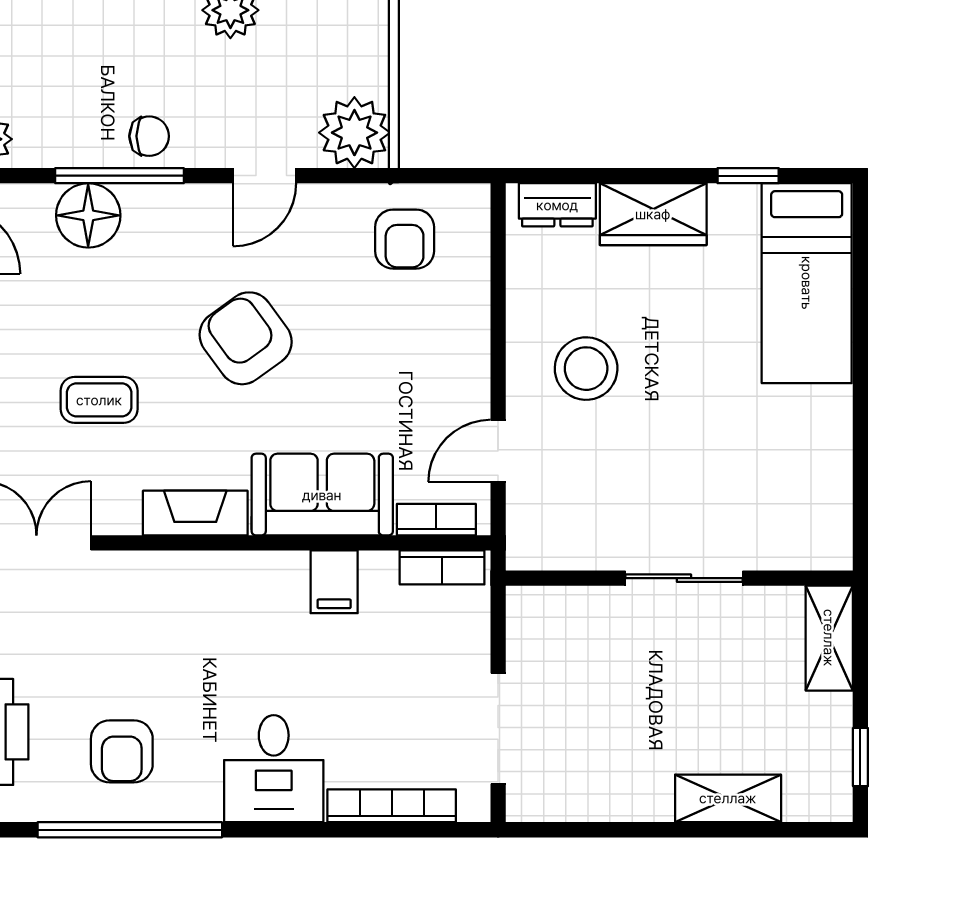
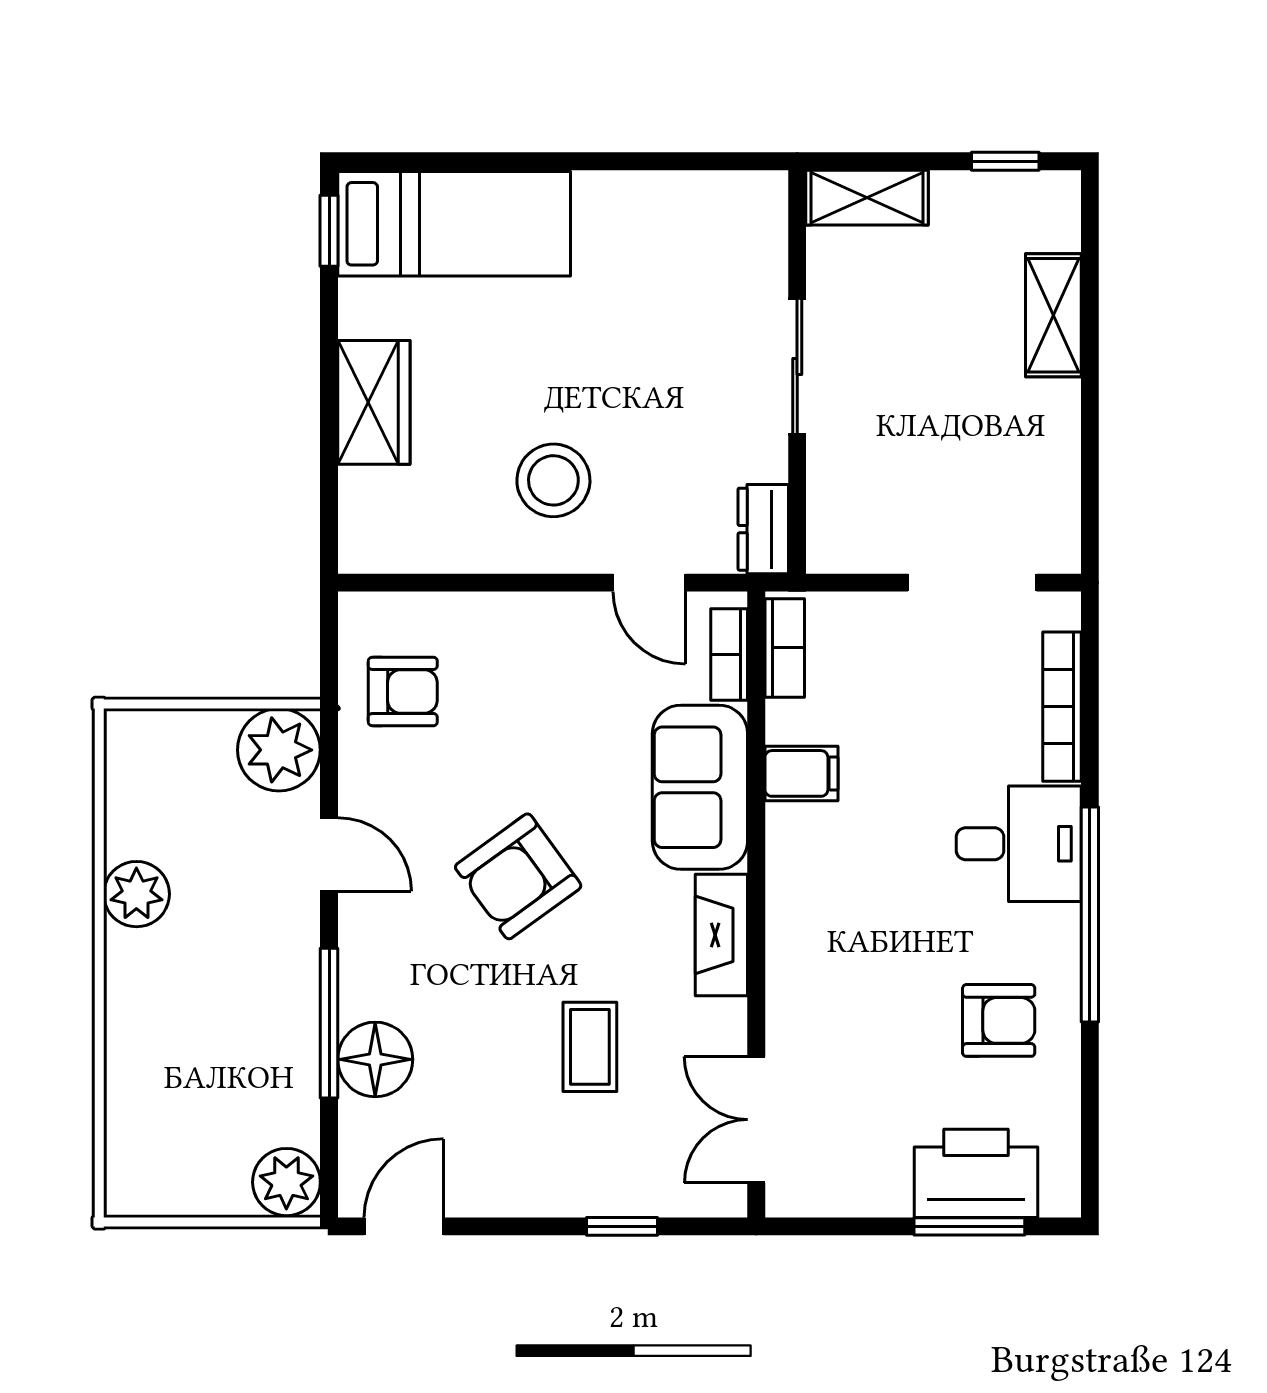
chair: (149, 136) -> (283, 989), removed
window: (748, 176) -> (329, 231), moved
dresser: (557, 205) -> (763, 529), moved, turned 180
window: (130, 830) -> (1090, 915), moved

